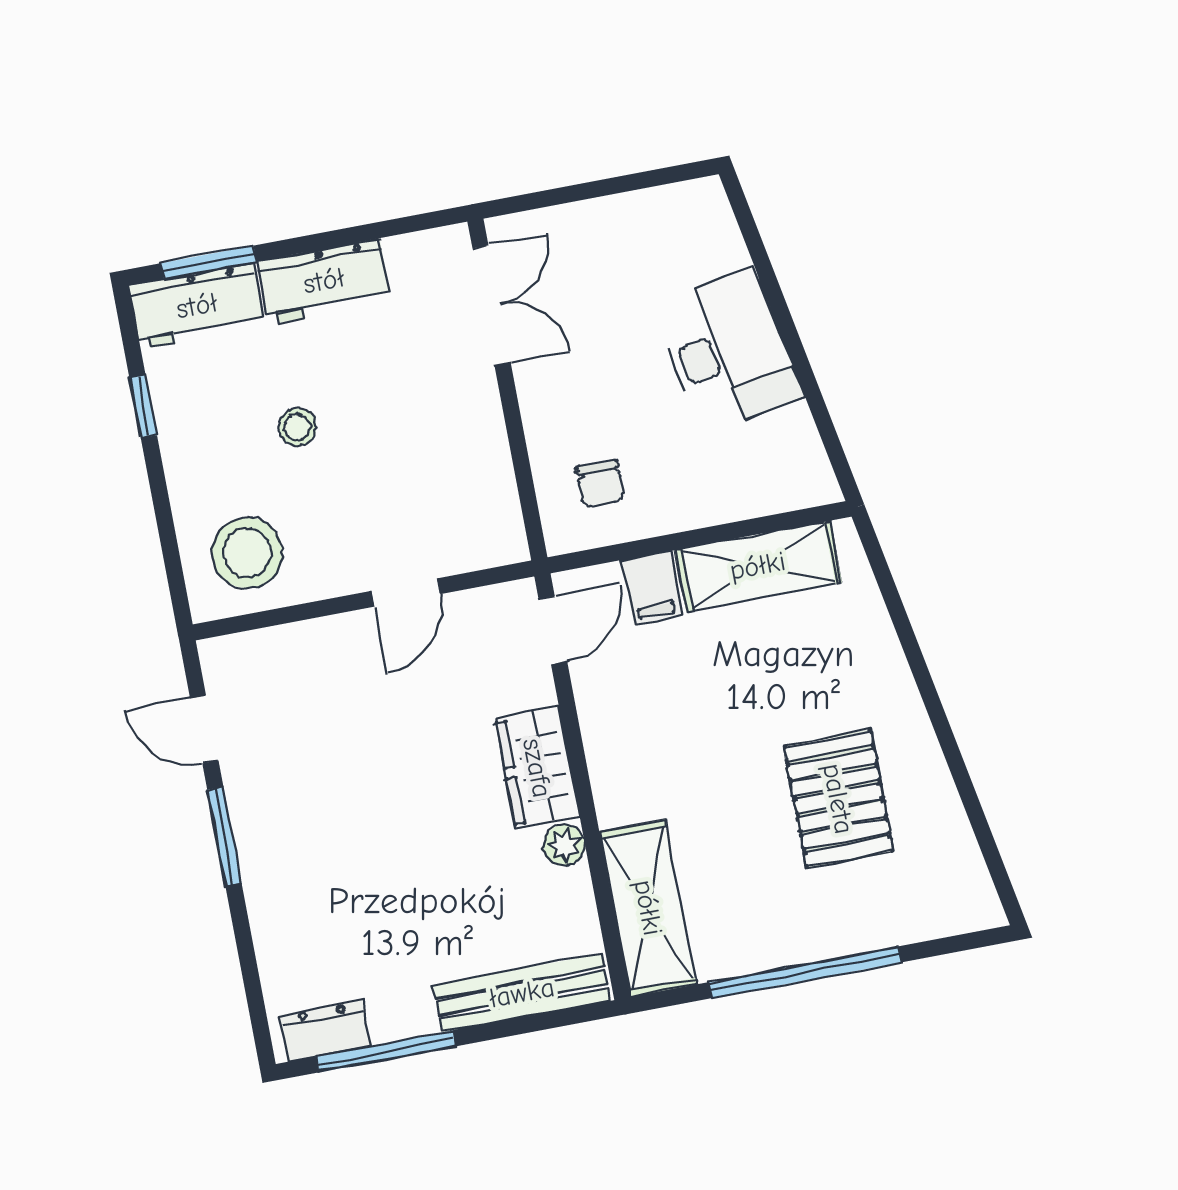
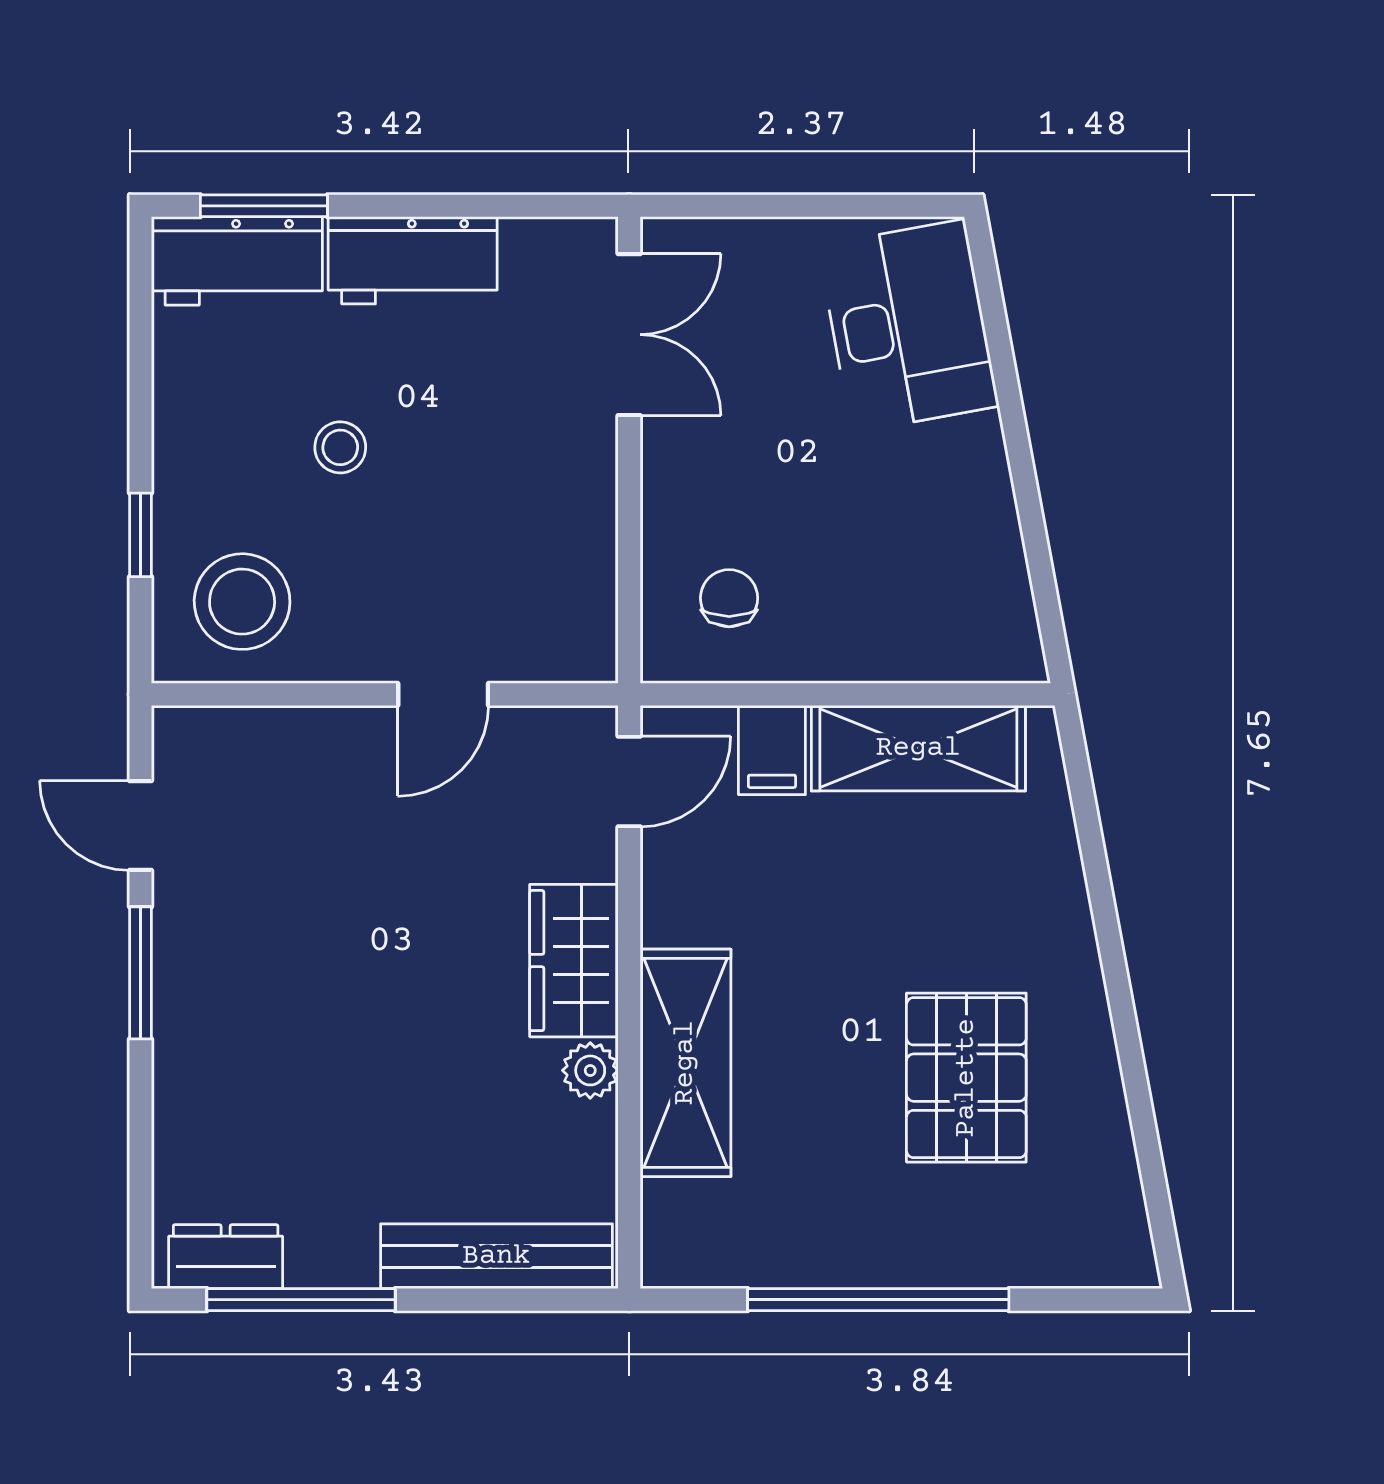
desk: (728, 350) -> (908, 326), moved
window: (143, 406) -> (140, 535), moved
chair: (600, 483) -> (729, 598), turned 180
shelving: (648, 908) -> (685, 1063), moved

